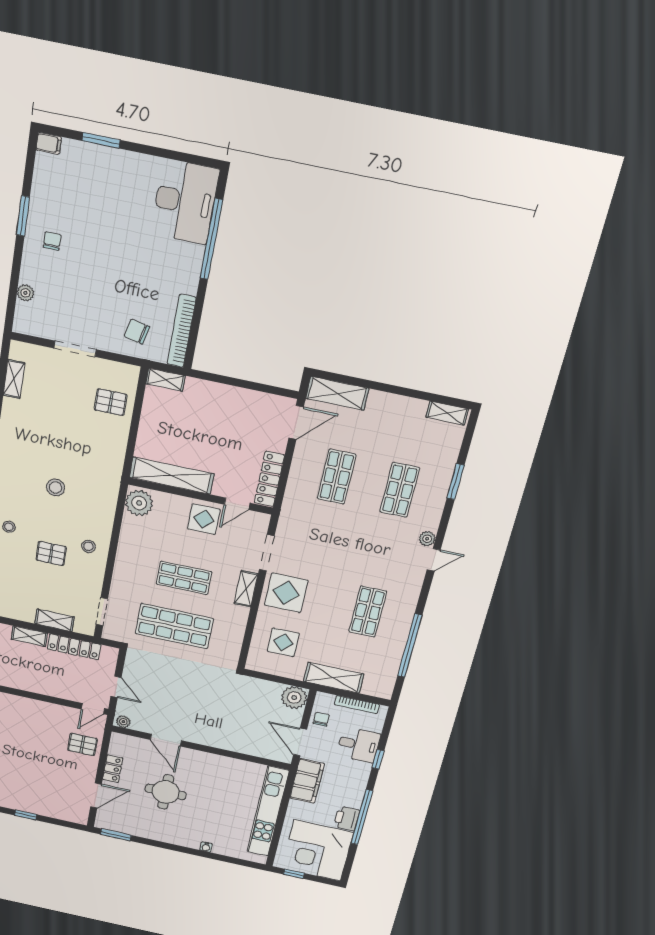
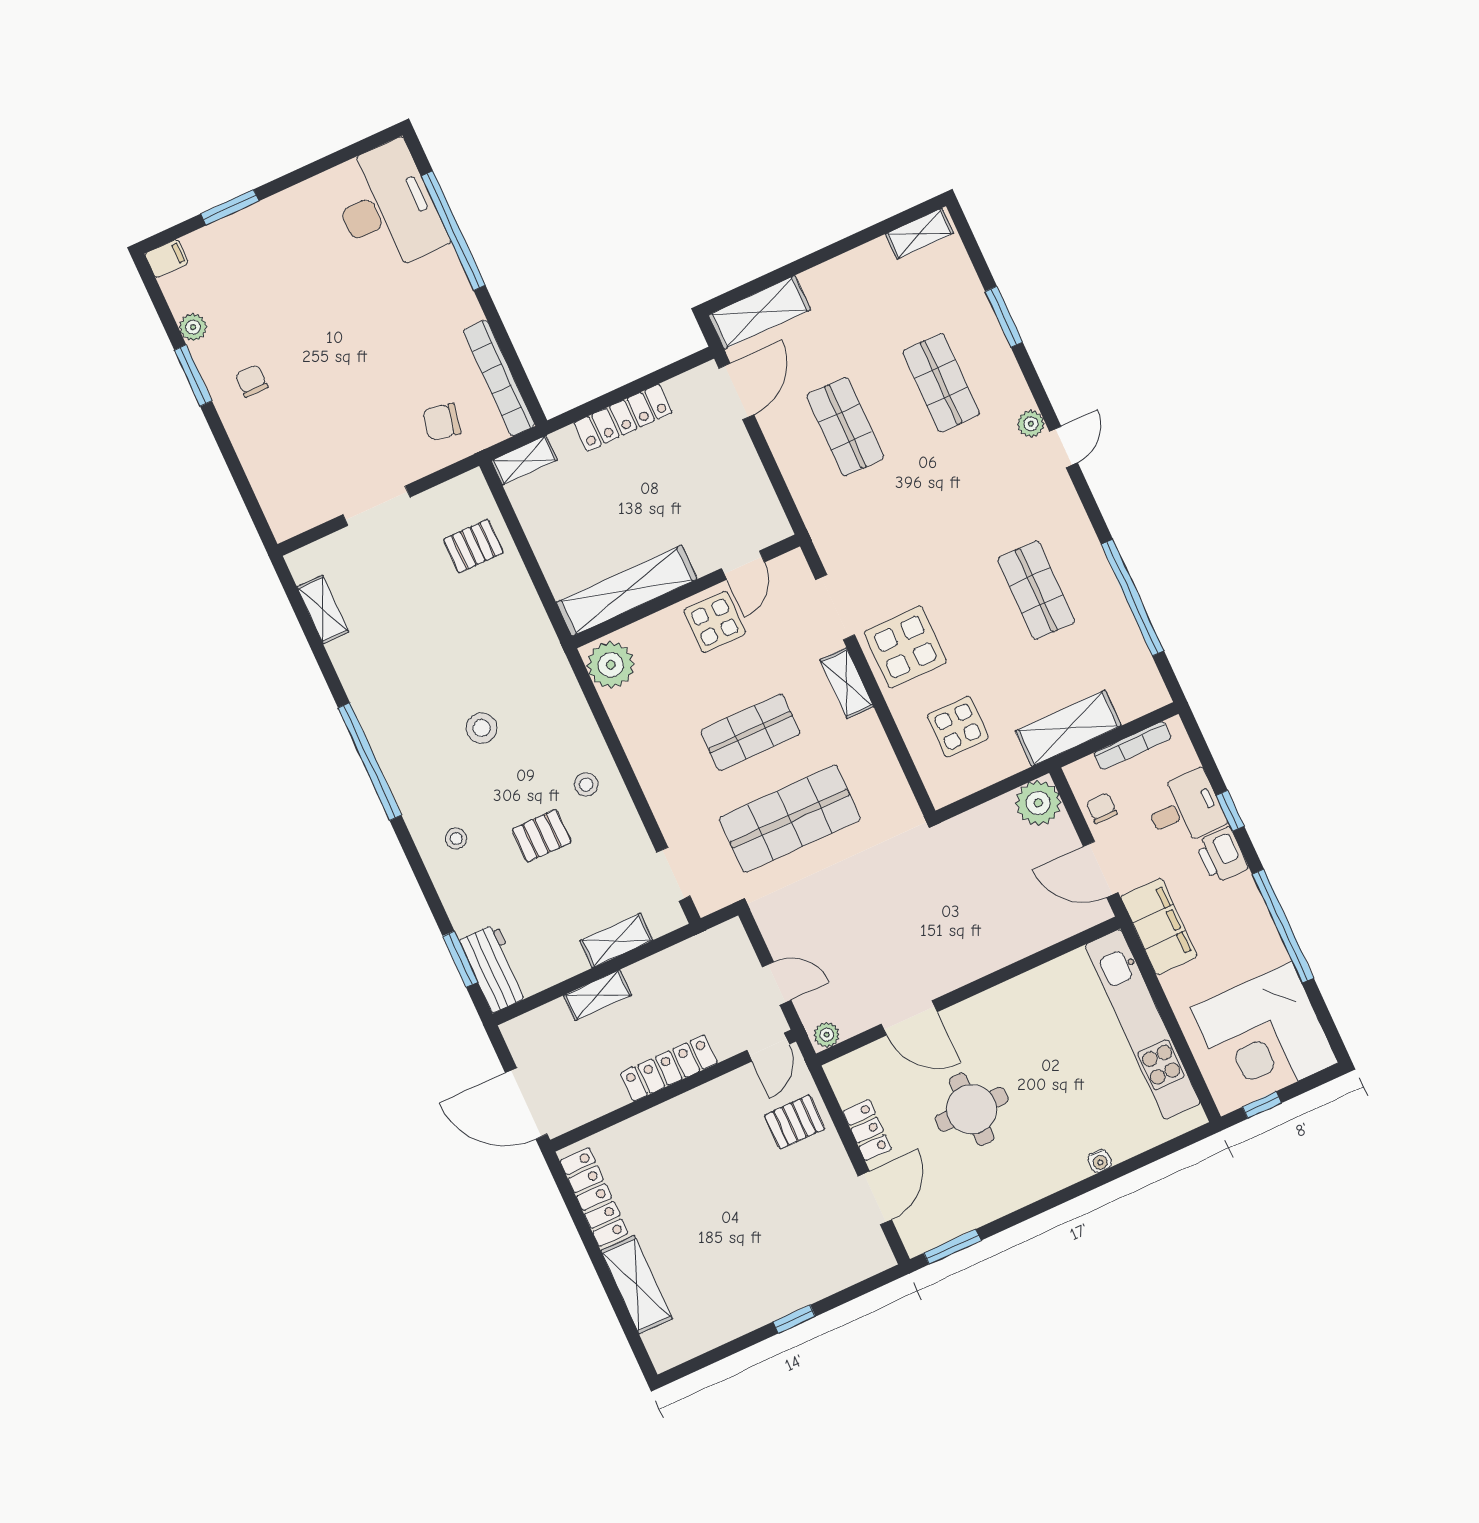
plant: (25, 293) -> (193, 327), moved
locker: (269, 479) -> (623, 418), moved, turned -90
locker: (74, 647) -> (669, 1068), moved, turned 180
printer: (347, 818) -> (1222, 855), moved

